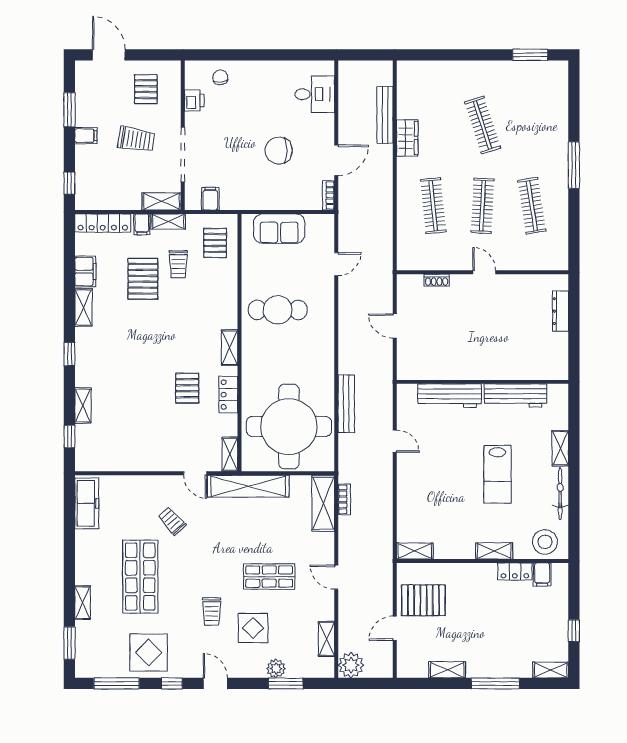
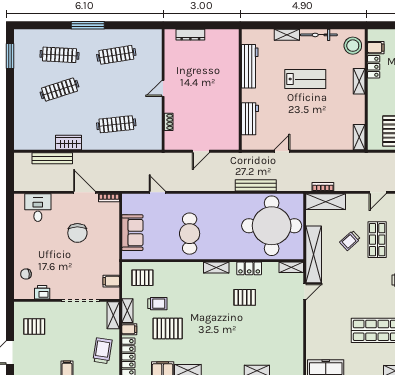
trolley: (136, 139) -> (102, 351), moved
clothes rail: (482, 206) -> (59, 55), moved
workbench: (450, 396) -> (250, 119), width x0.73
trolley: (172, 521) -> (350, 241), moved

